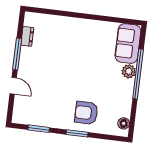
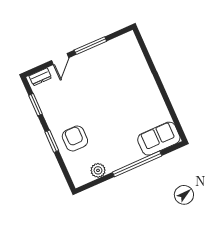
dresser: (27, 36) -> (40, 77), moved
plant: (129, 71) -> (98, 170), moved
floor lamp: (124, 123) -> (85, 177), removed

